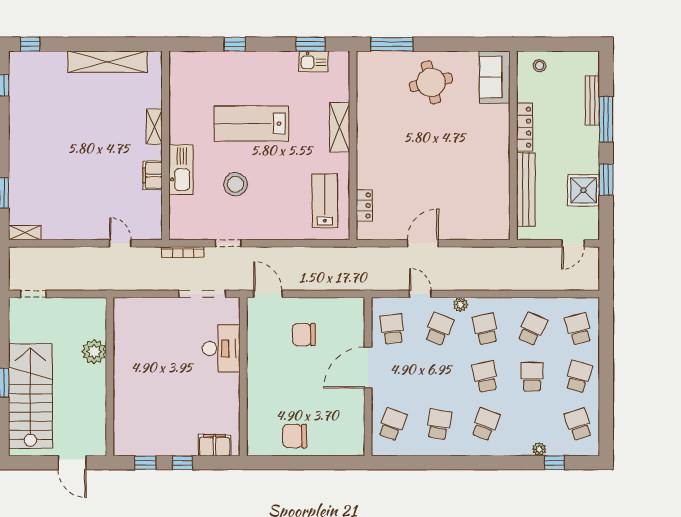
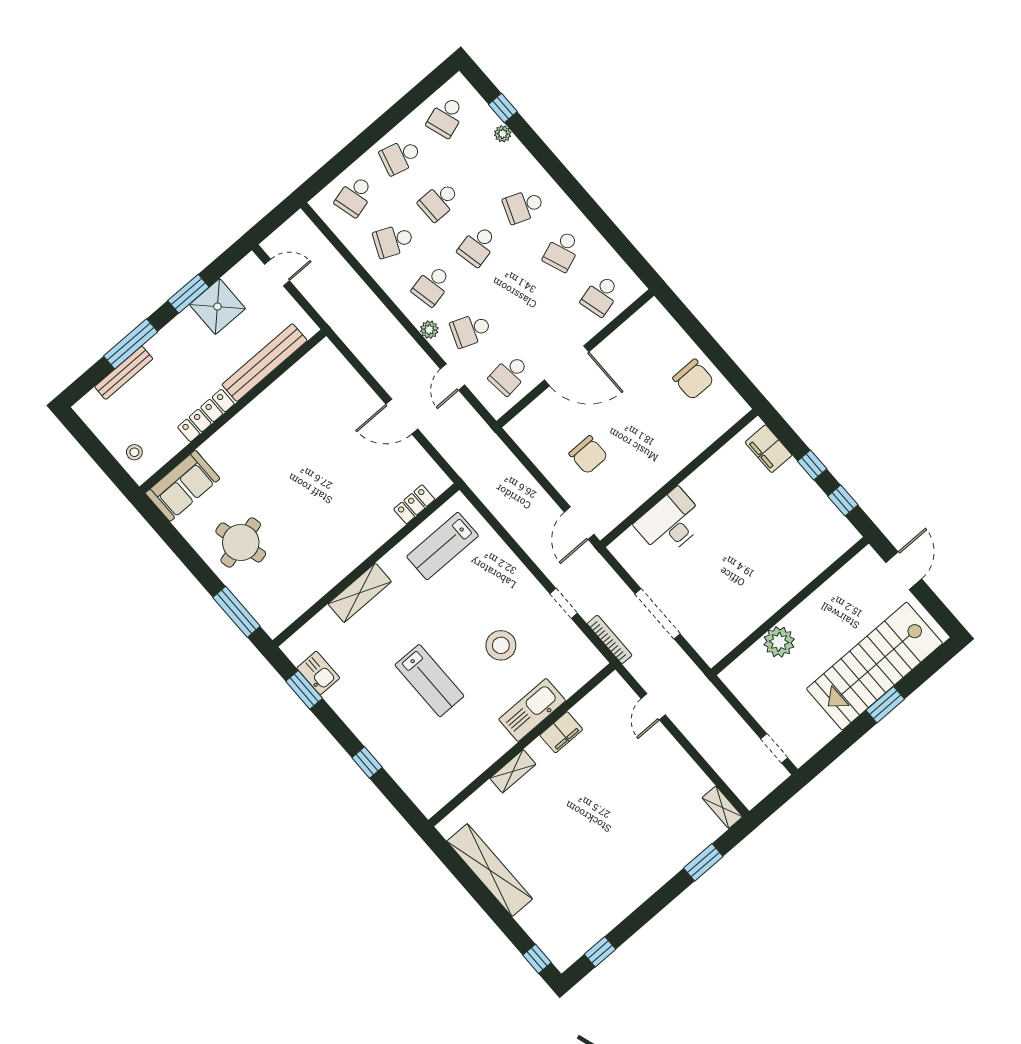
lab bench: (251, 124) -> (429, 681), width x0.73, depth x0.72
doorway: (202, 294) -> (658, 614), moved
school desk: (392, 424) -> (601, 296), turned -36
school desk: (439, 424) -> (562, 251), turned -30

